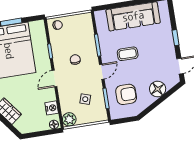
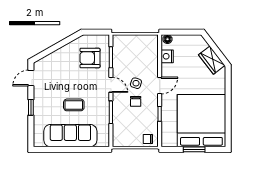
coffee table: (128, 54) -> (74, 105), moved
door: (102, 72) -> (111, 85), swing flipped
floor lamp: (158, 89) -> (57, 58), removed
side table: (85, 99) -> (136, 83), moved
plant: (69, 119) -> (151, 42), removed

